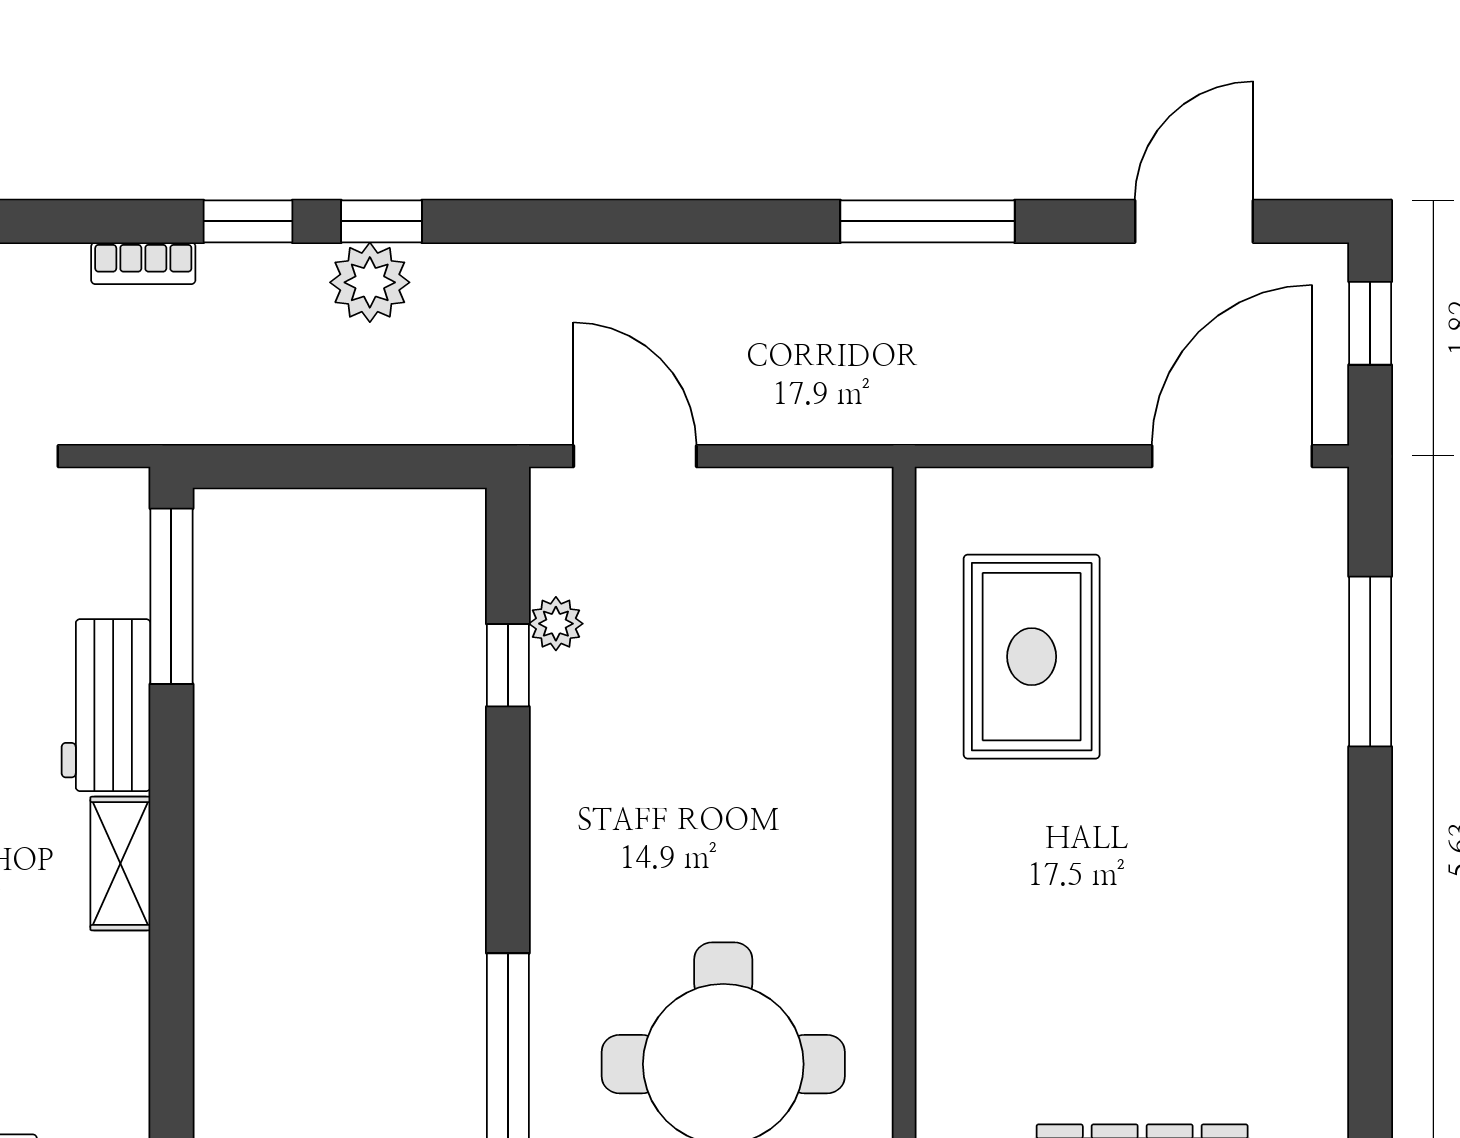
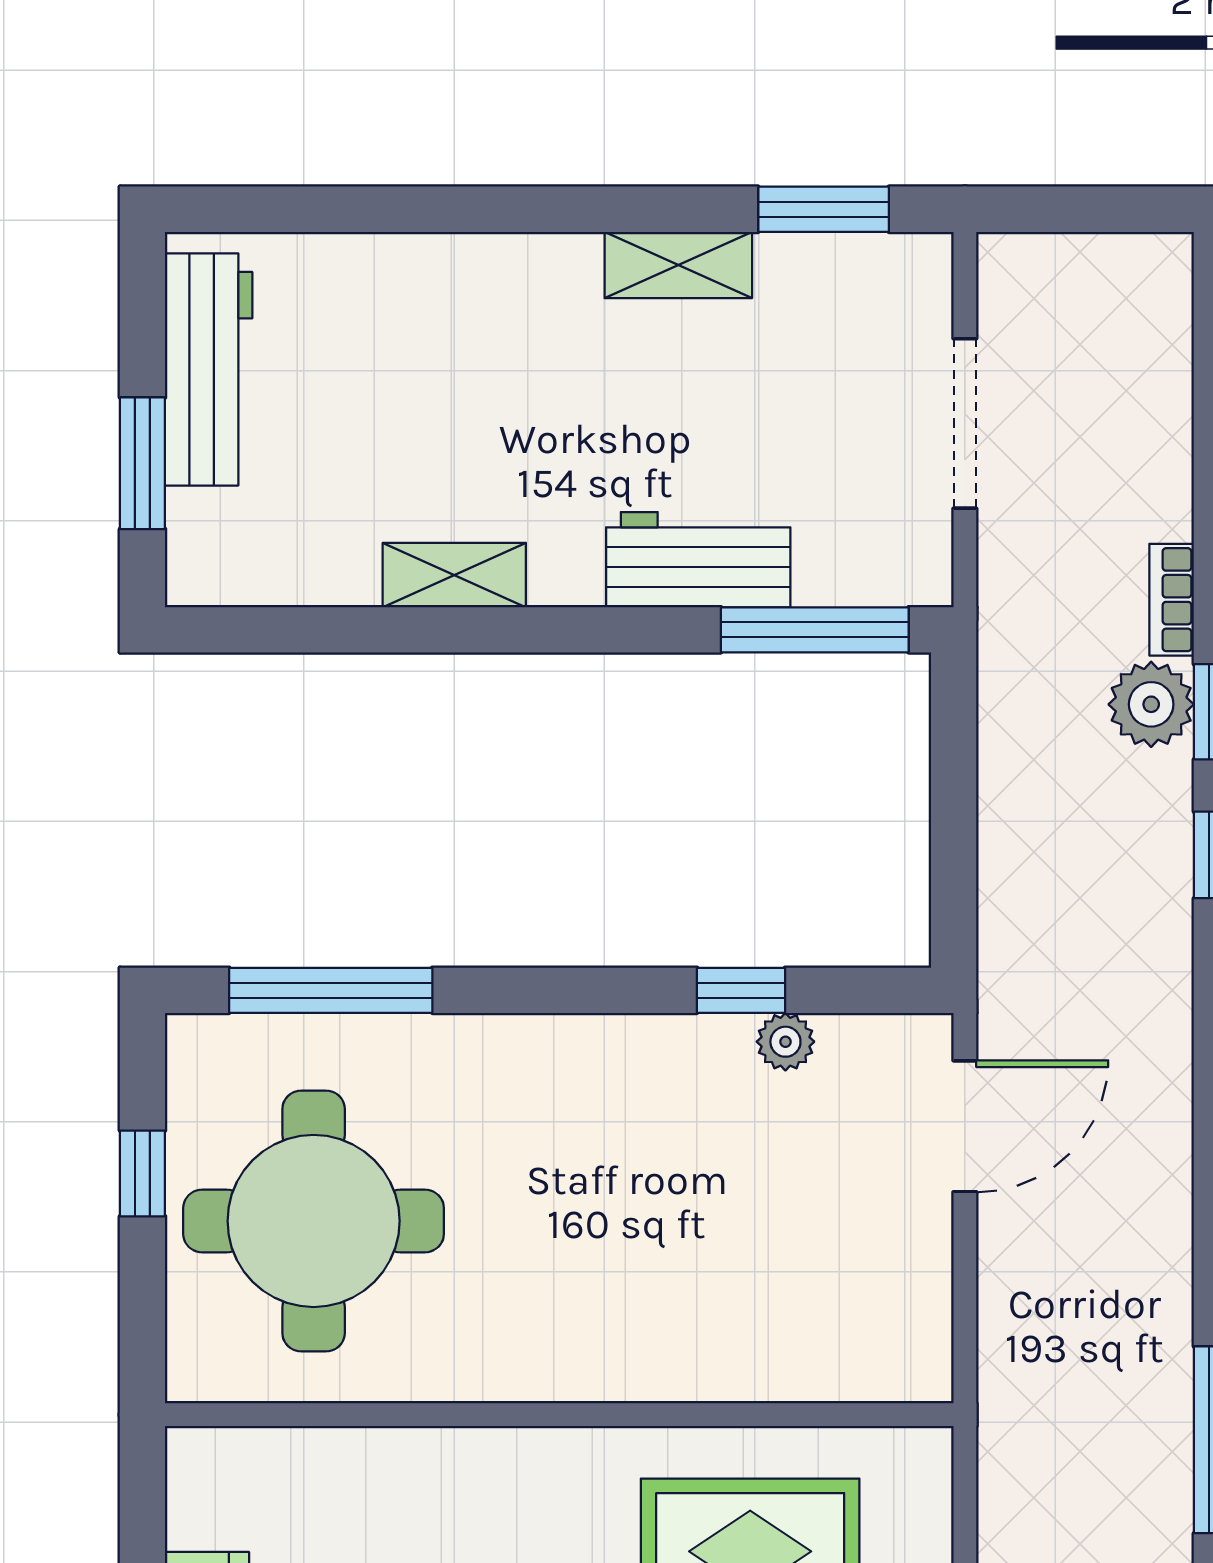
plant: (370, 282) -> (1151, 704), moved
shelving: (120, 864) -> (454, 575), moved

